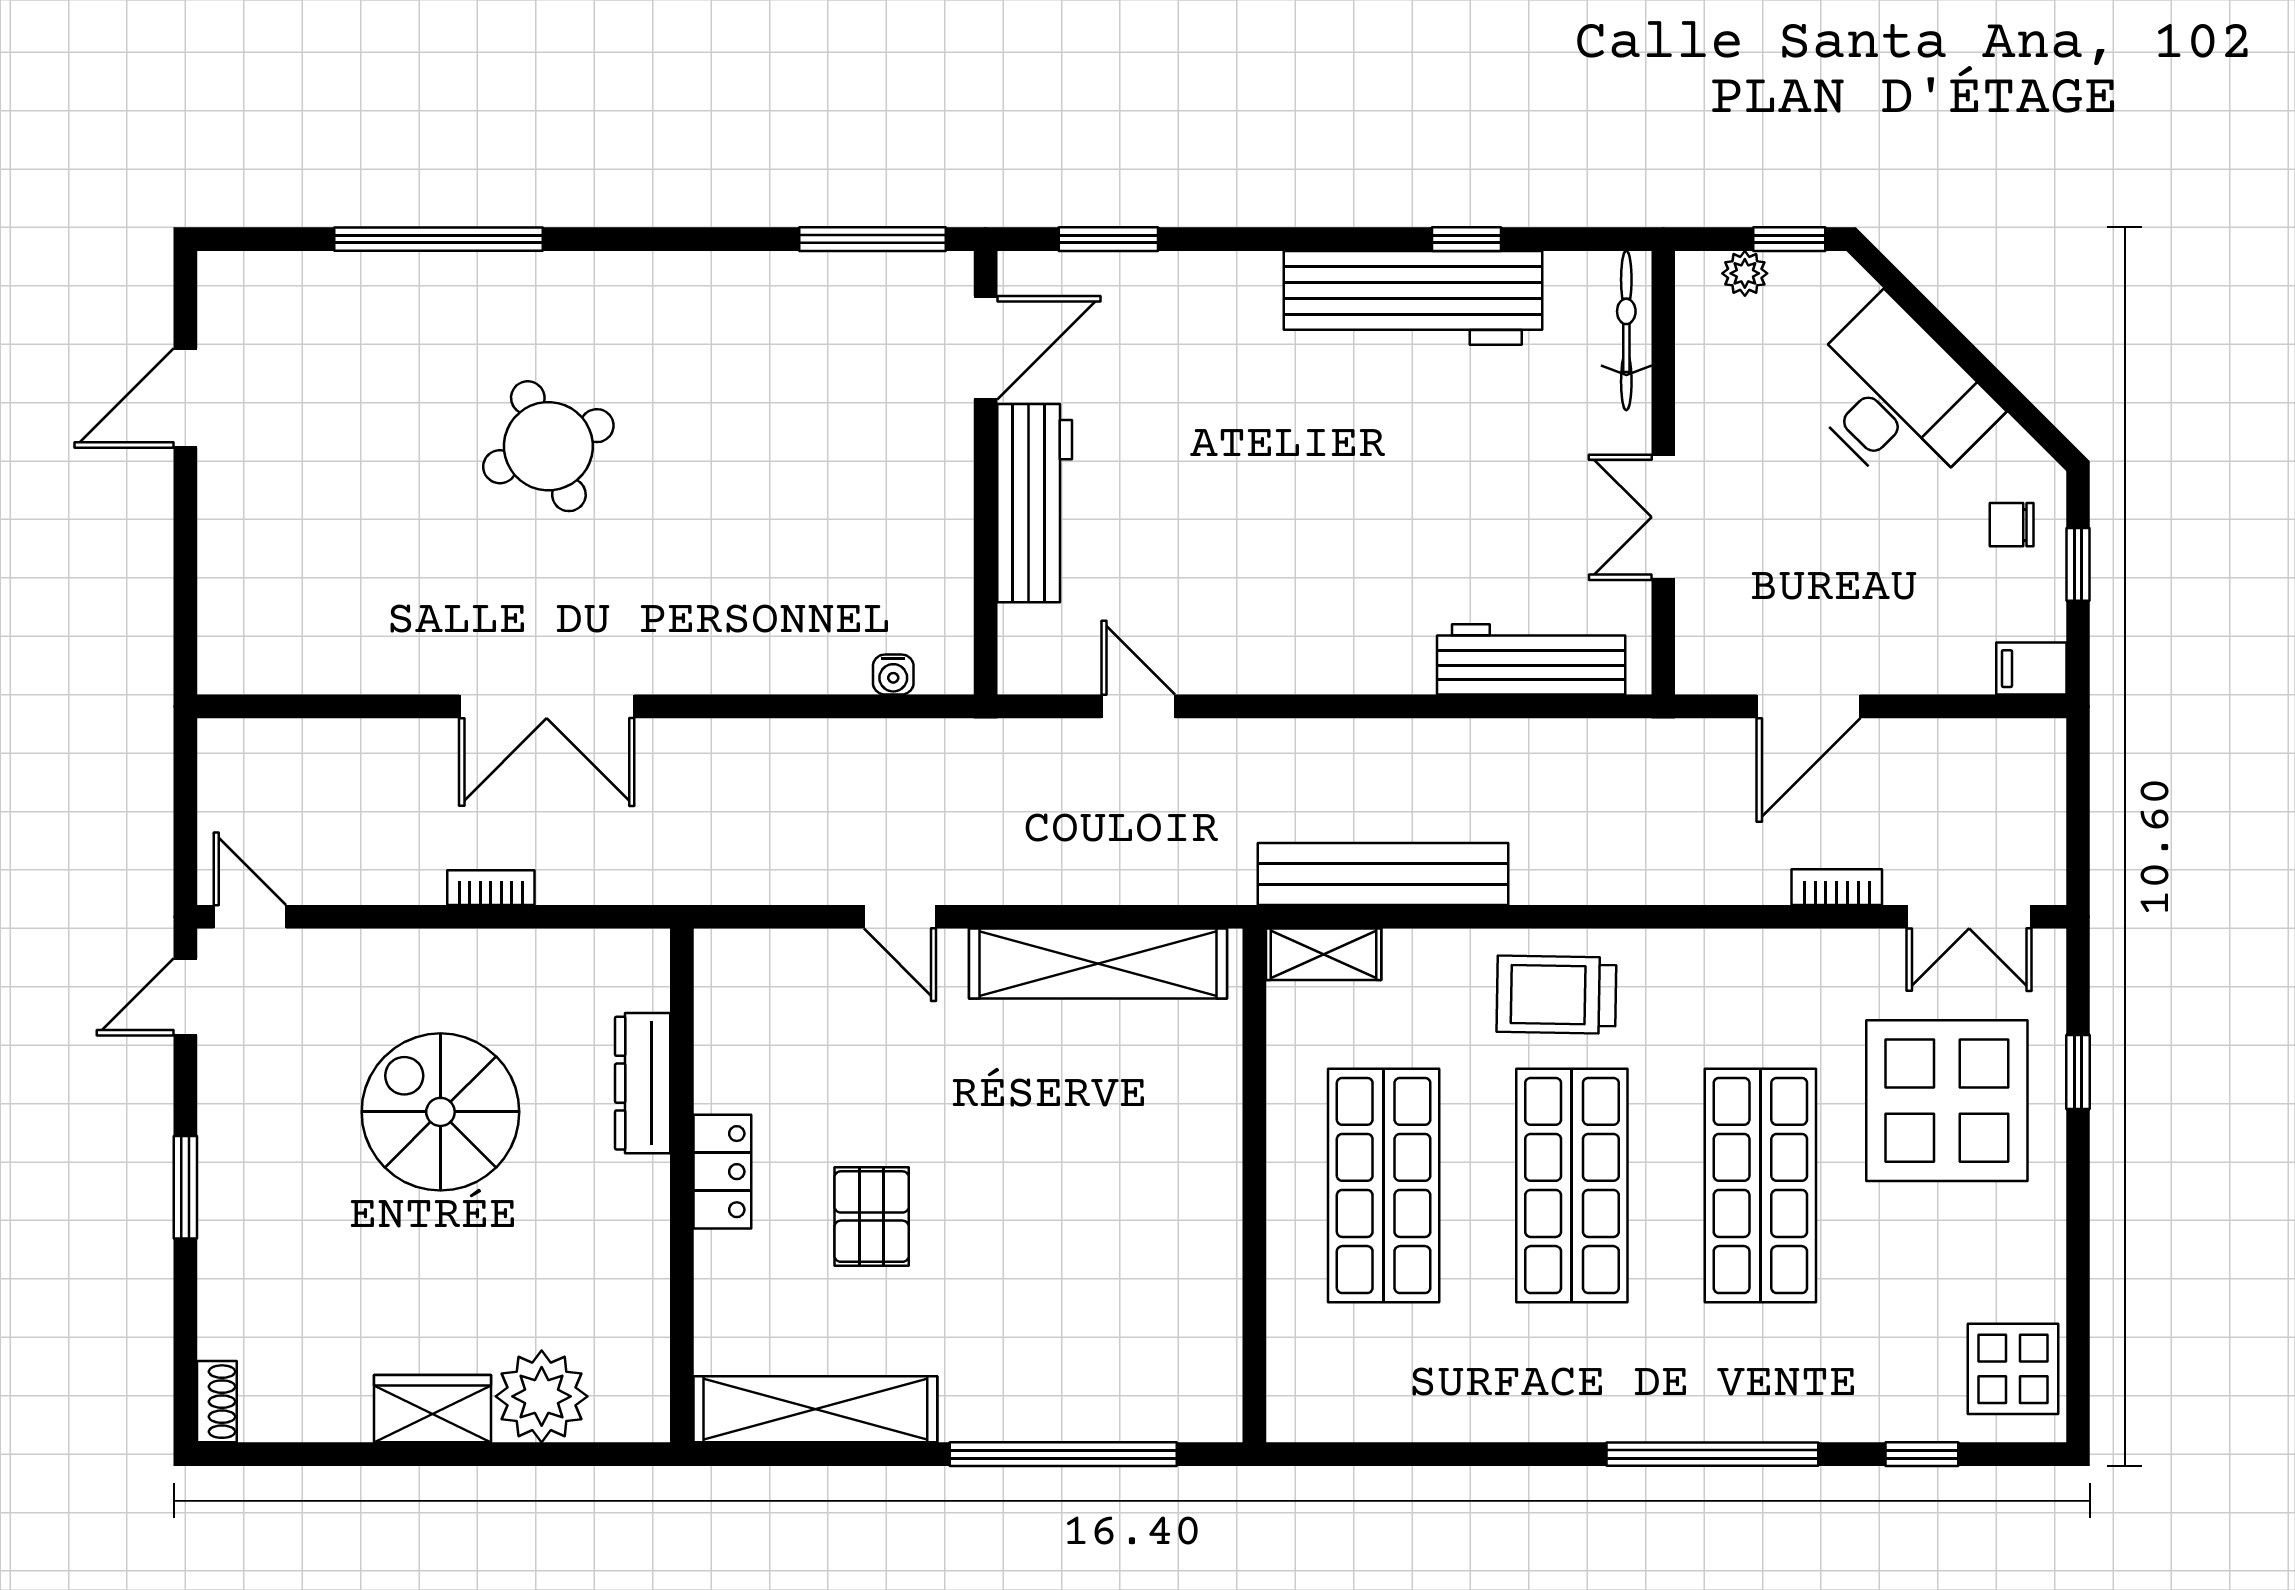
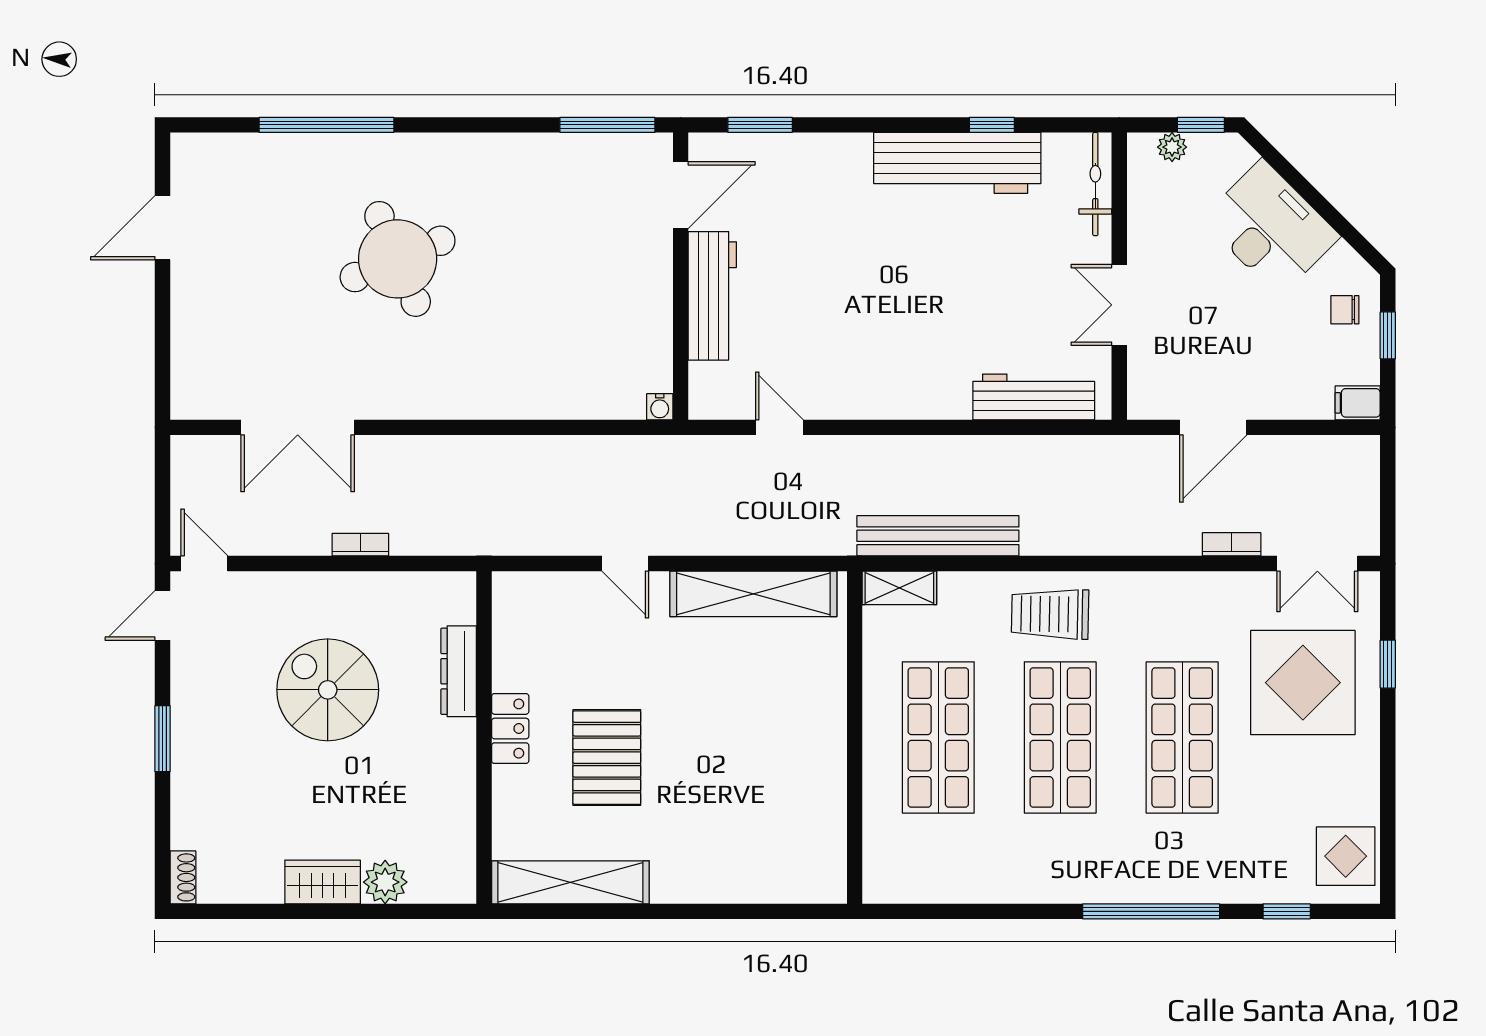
round table: (548, 446) -> (398, 259), width x1.36, depth x1.36
water cooler: (893, 675) -> (660, 407), moved
double door: (547, 706) -> (298, 427), moved
pallet: (872, 1217) -> (607, 758), width x1.50, depth x1.42
plant: (542, 1396) -> (385, 882), width x0.73, depth x0.73
window: (1063, 1454) -> (731, 911), removed

